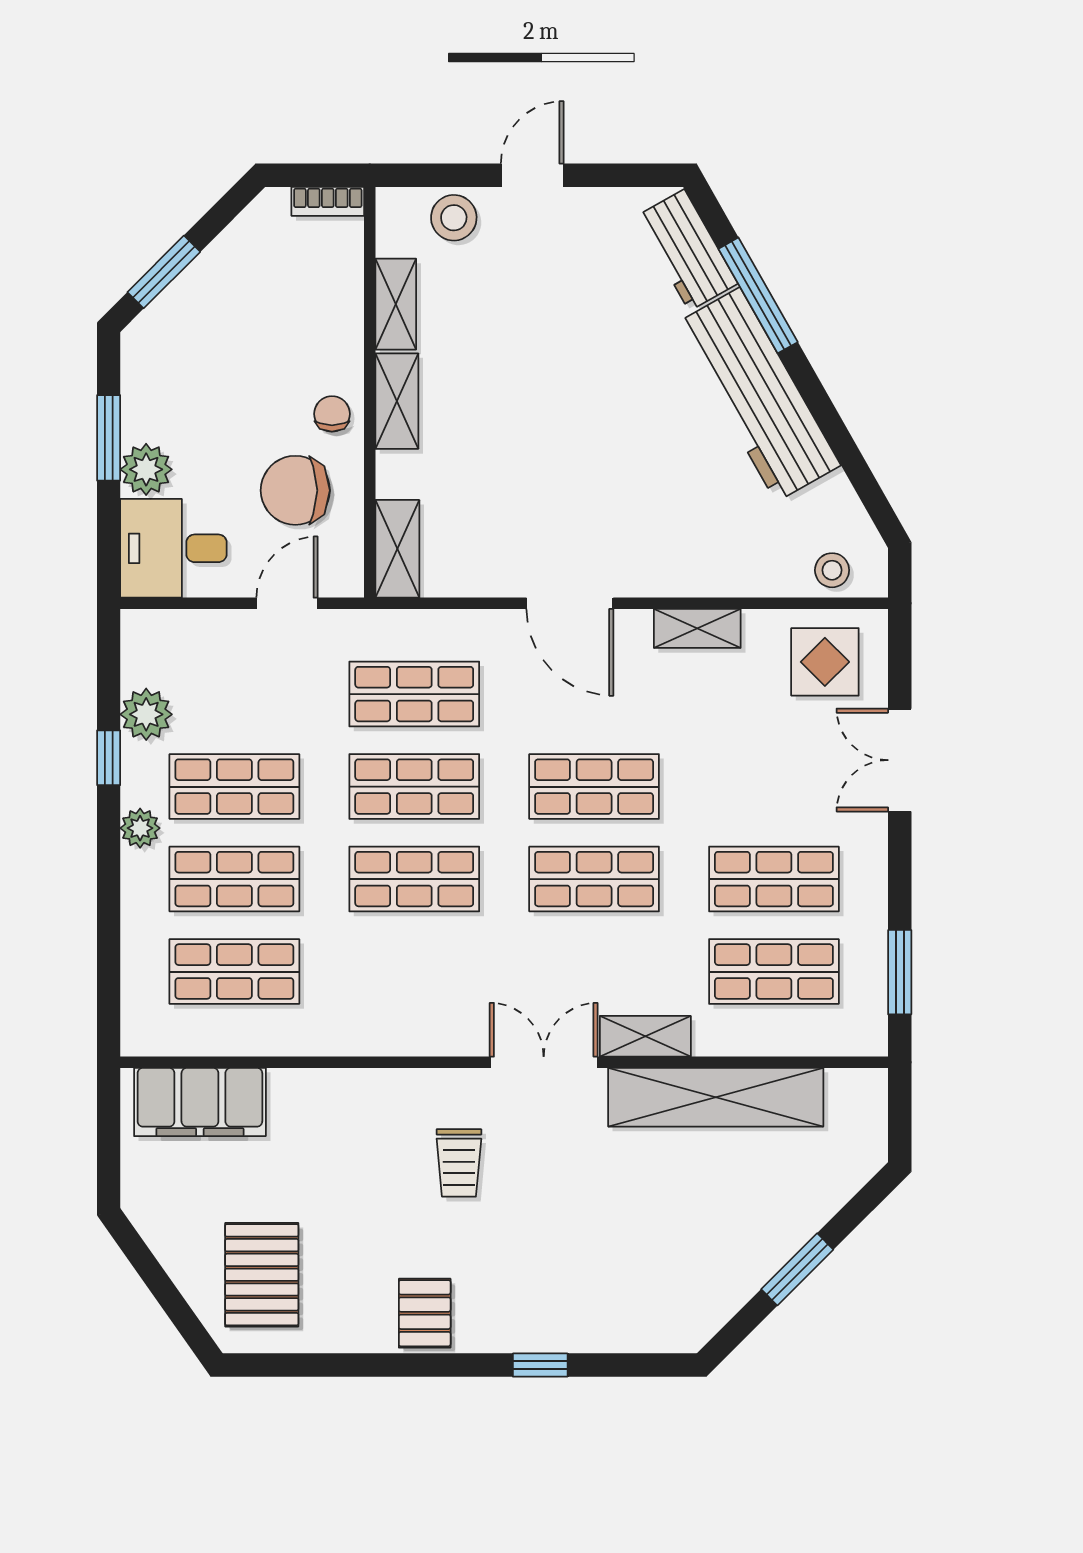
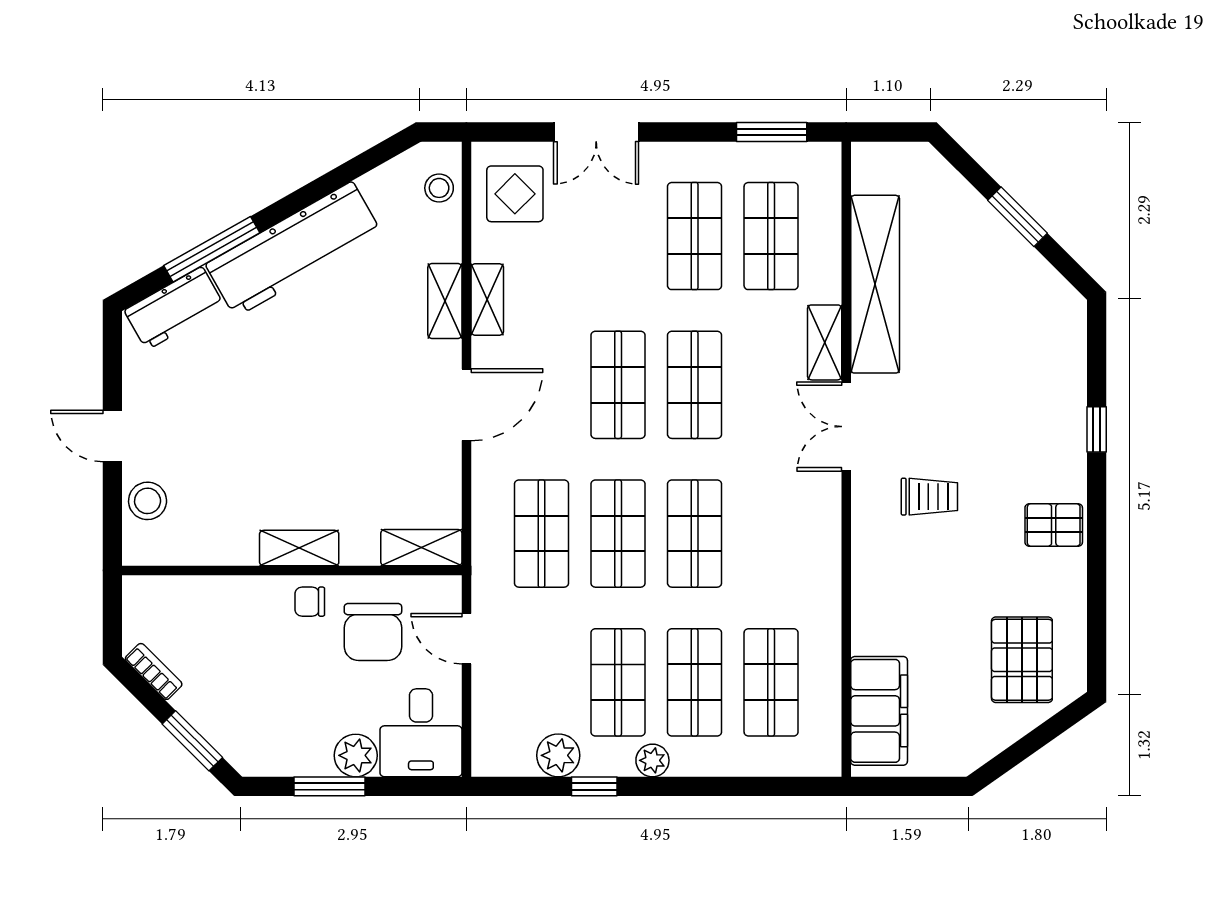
bookcase: (328, 201) -> (154, 671), moved, turned -45
shelving: (396, 304) -> (445, 301), moved, turned 90
pallet: (262, 1275) -> (1022, 660), turned 90

